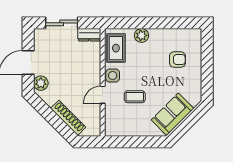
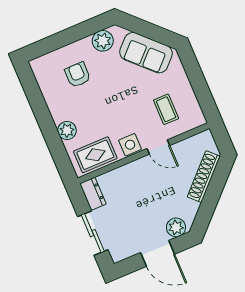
plant: (194, 87) -> (103, 41), added
coffee table: (135, 97) -> (166, 109), moved

